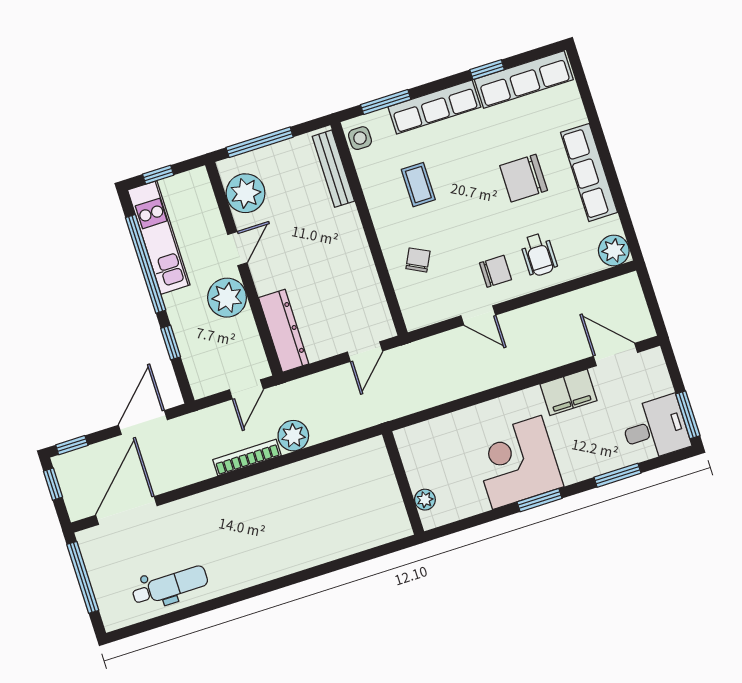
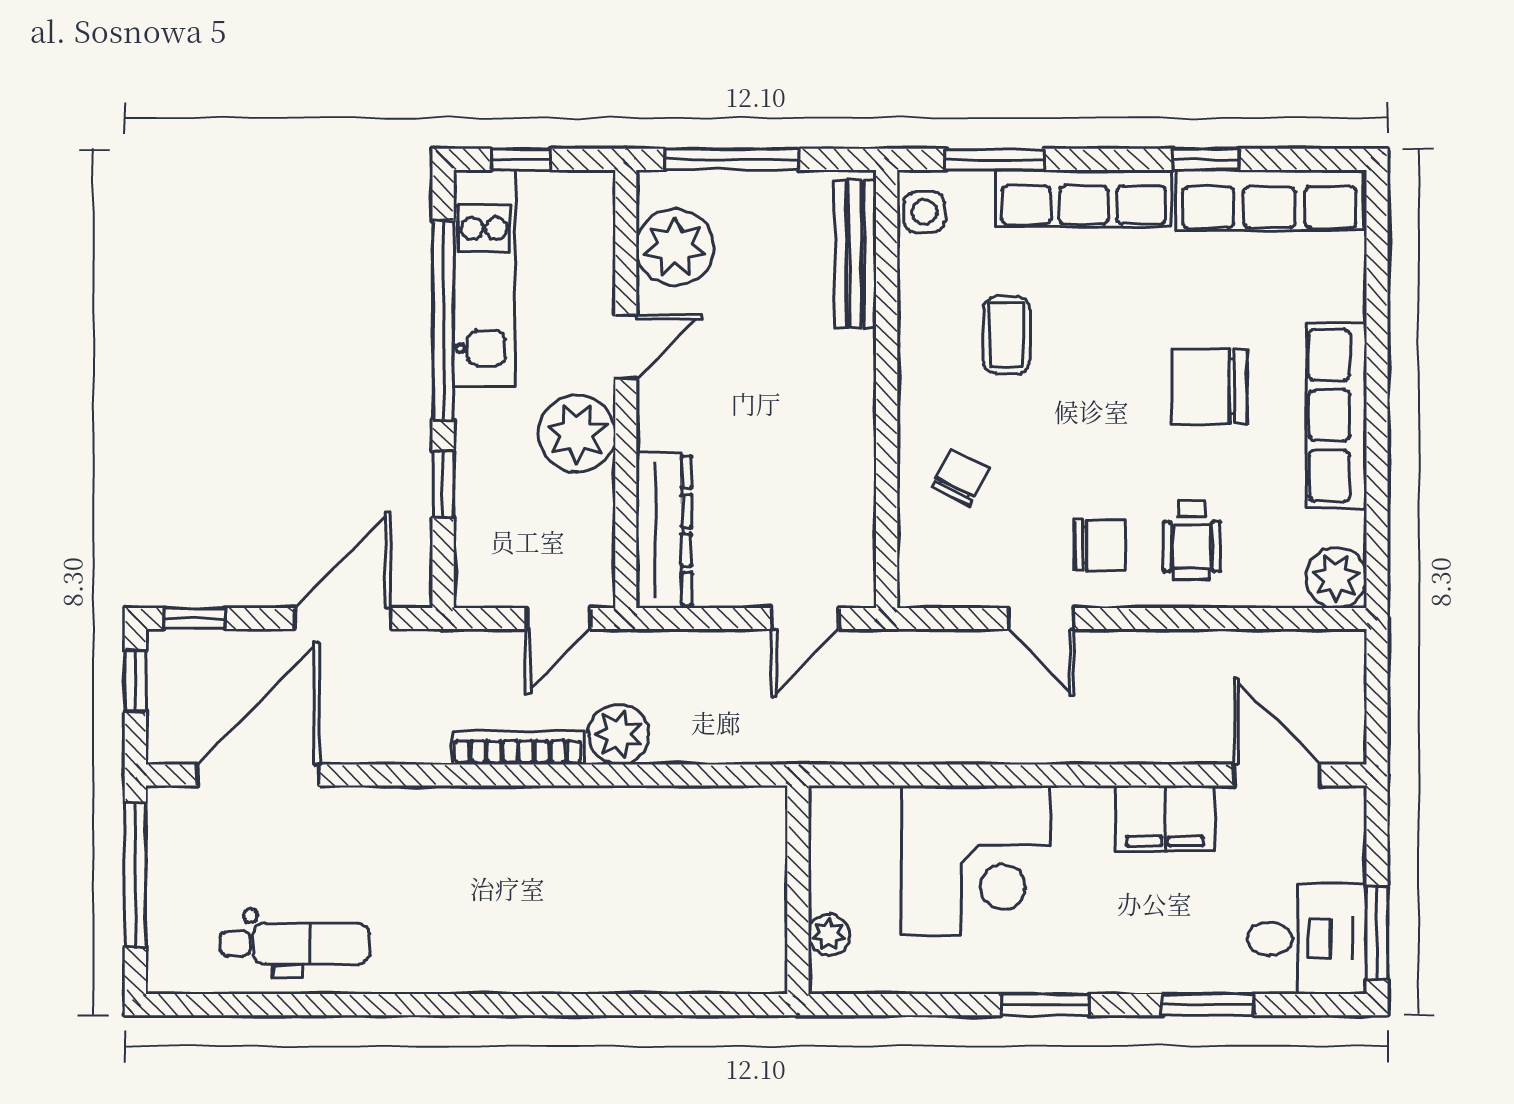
corner desk: (517, 462) -> (976, 860), moved, turned 180

